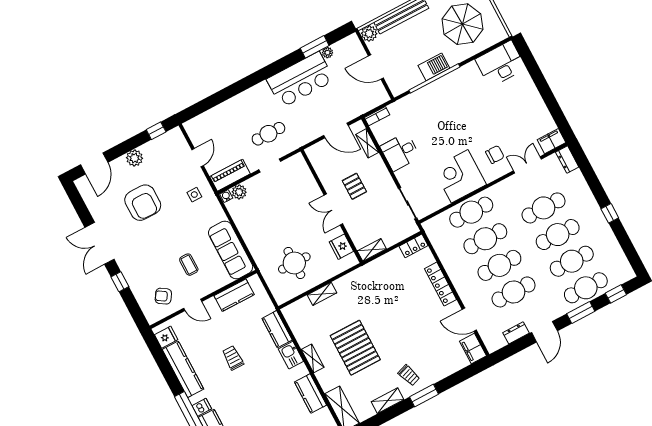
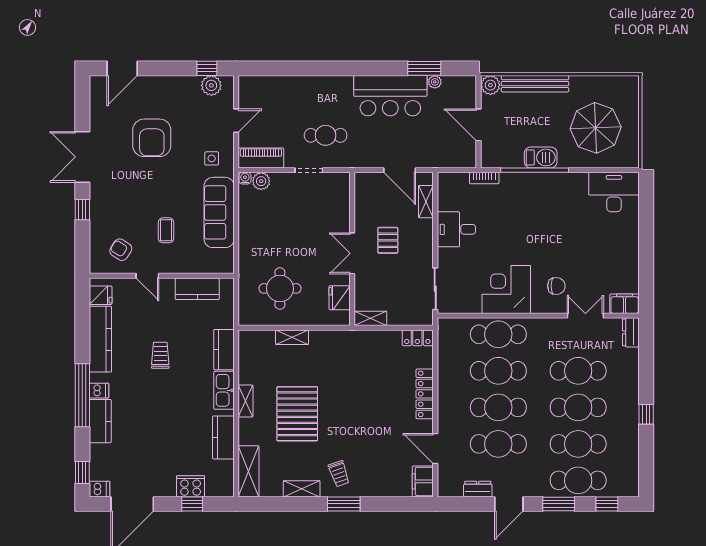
bookcase: (377, 116) -> (484, 178), moved
plant: (135, 158) -> (211, 85), moved
sofa: (231, 250) -> (219, 212), moved
kitchen sink: (291, 355) -> (224, 390), width x1.38

